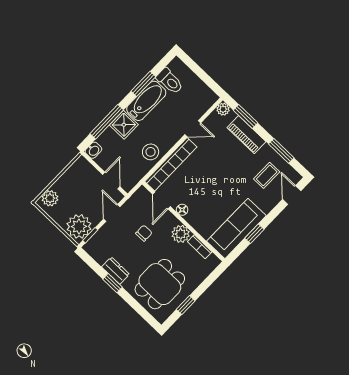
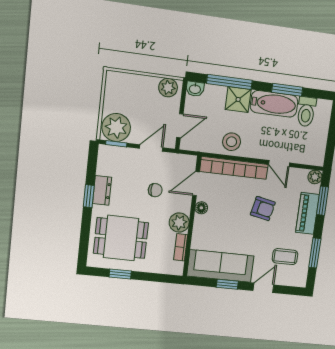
armchair: (217, 165) -> (263, 209), added
door: (292, 195) -> (263, 288), moved
plant: (50, 198) -> (168, 88), moved

